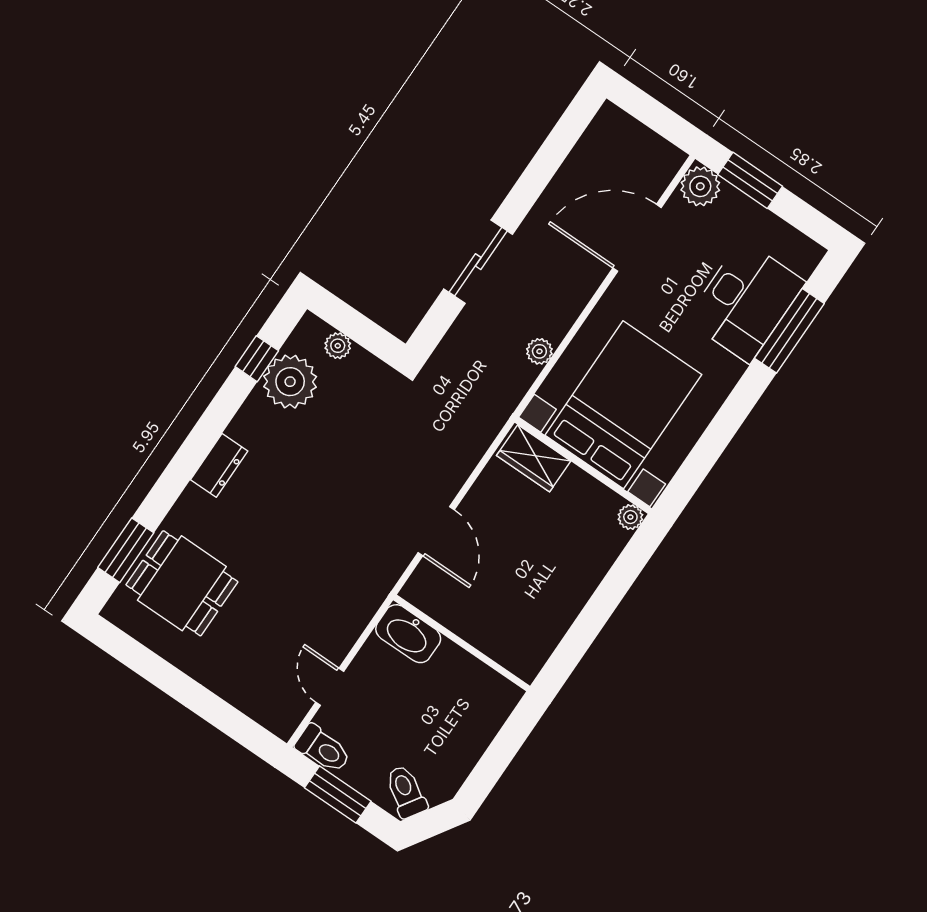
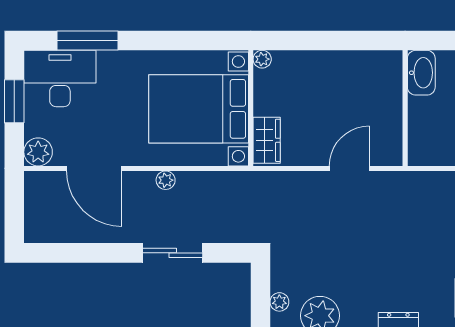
window: (750, 180) -> (14, 101), moved
desk: (746, 301) -> (60, 78), moved
plant: (539, 351) -> (166, 180), moved
washbasin: (408, 634) -> (421, 73), moved

